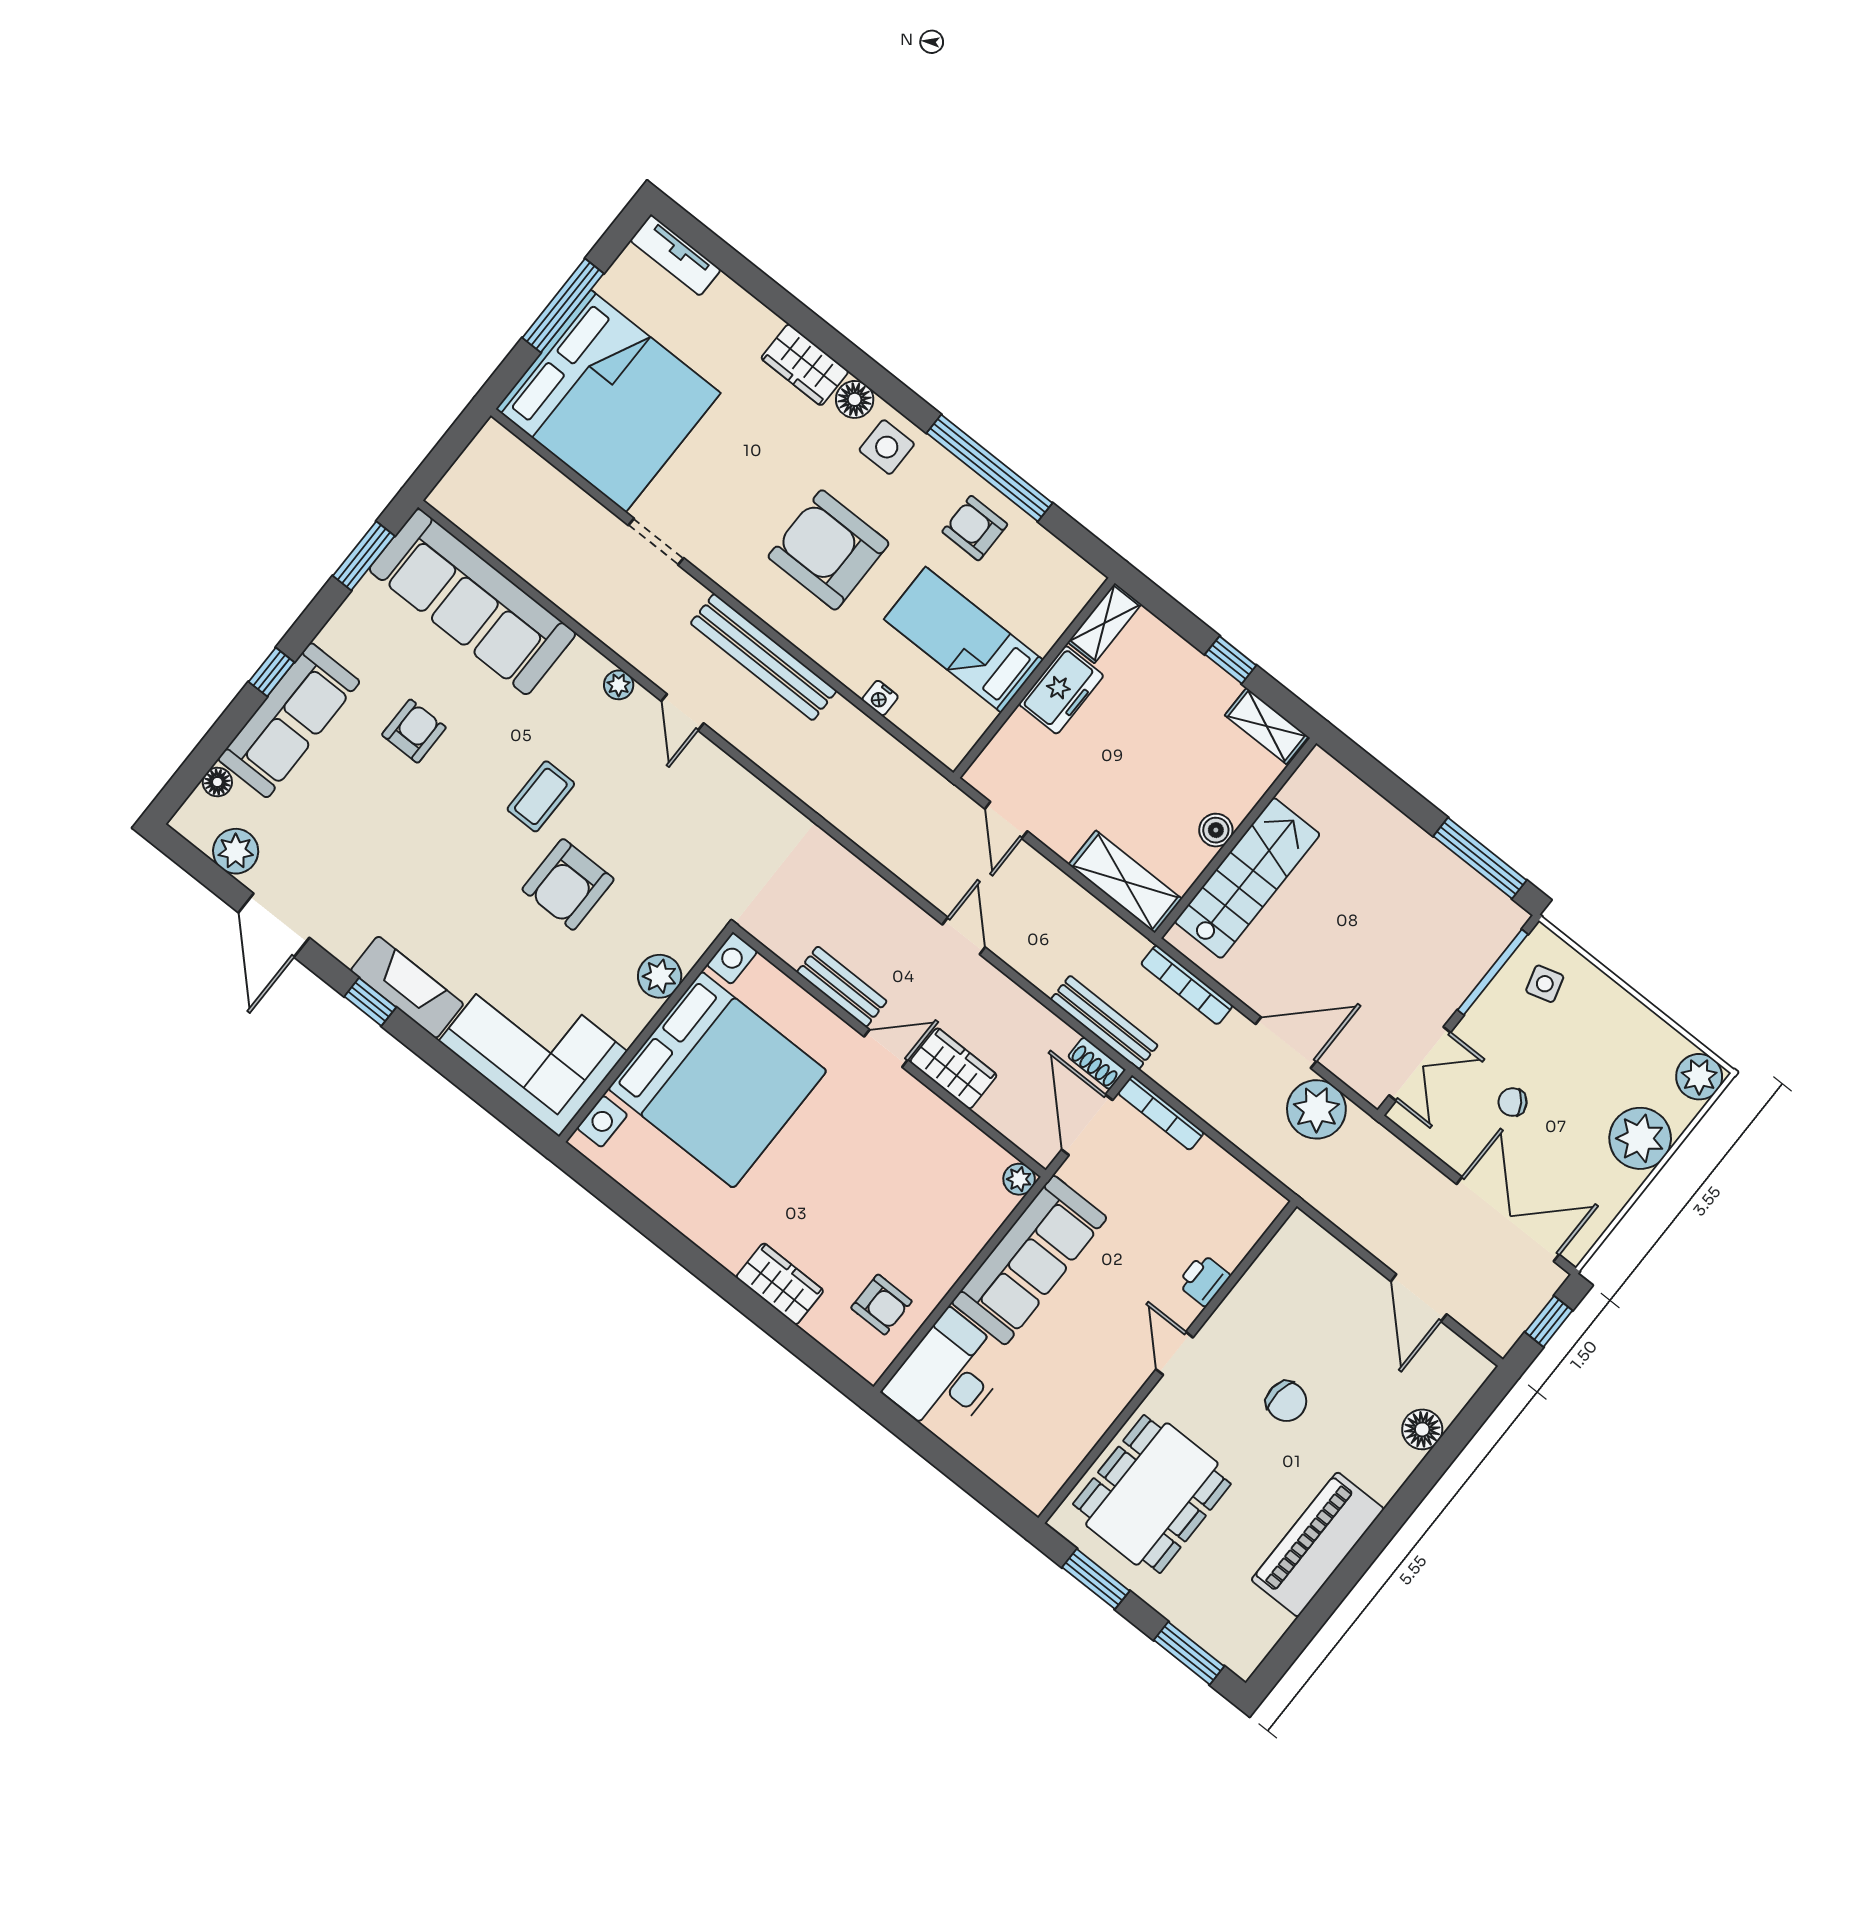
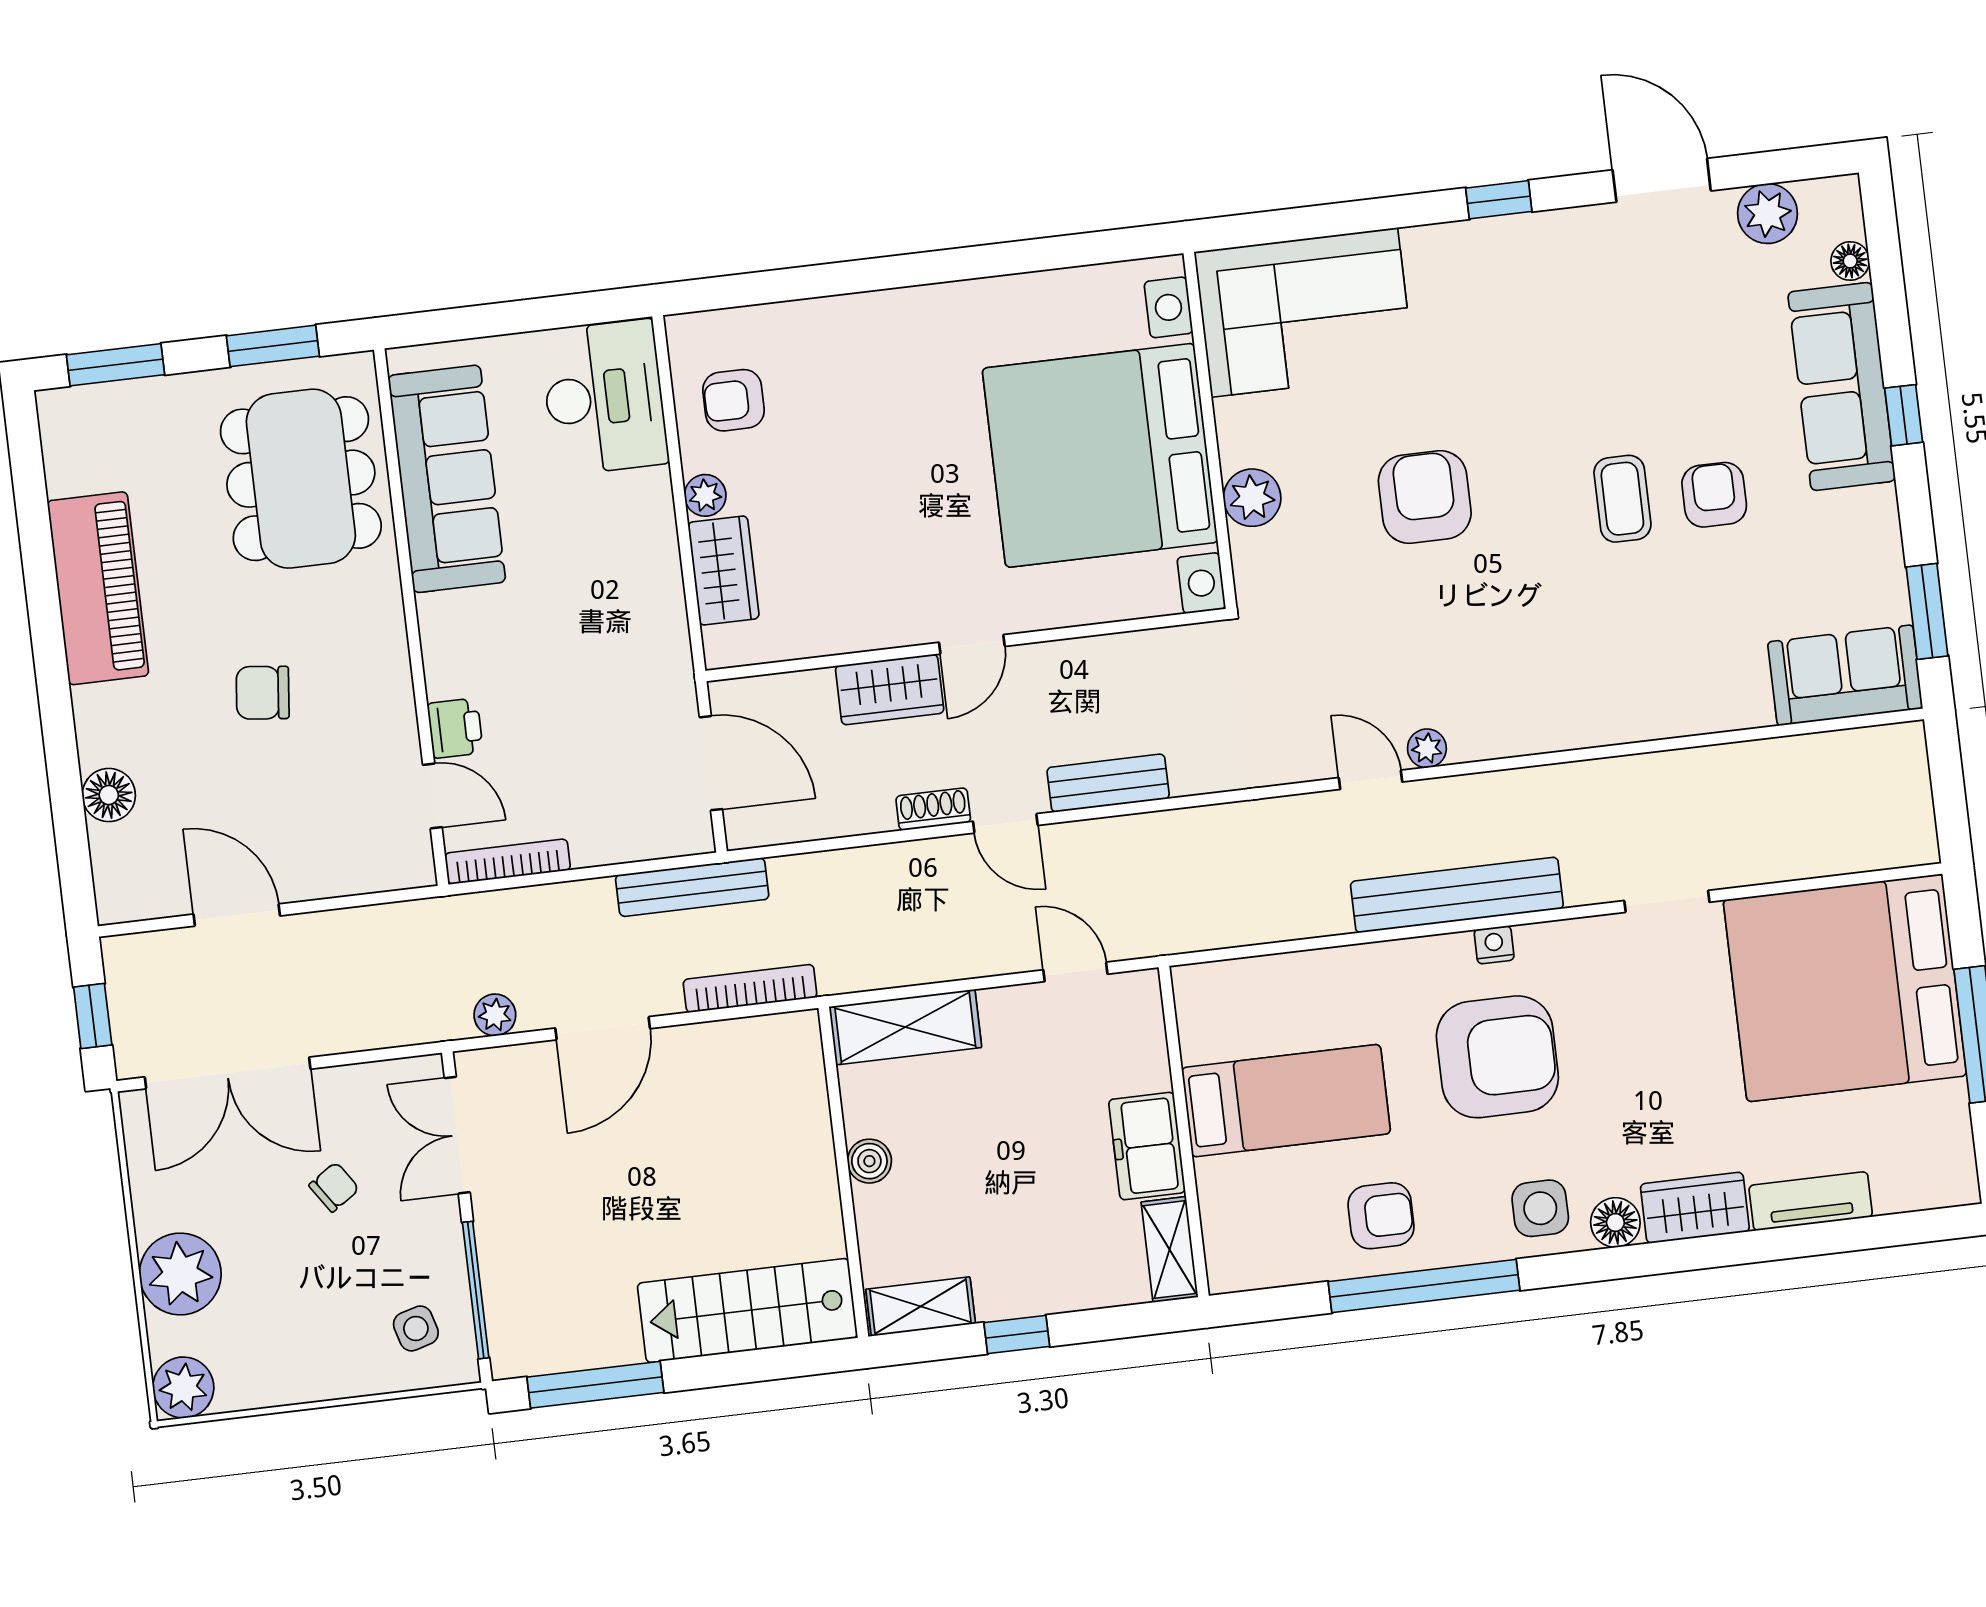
tv unit: (675, 255) -> (1811, 1201), moved
sofa: (472, 602) -> (1845, 675), width x0.54, depth x0.79
plant: (619, 685) -> (1427, 748), moved
nightstand: (880, 698) -> (1494, 945), moved
door: (683, 712) -> (1370, 780), moved
armchair: (414, 731) -> (1714, 495), turned 180
coffee table: (541, 796) -> (1622, 499), moved
stairs: (1247, 878) -> (747, 1310), moved, turned 90
fireplace: (407, 987) -> (1478, 248), removed
bench: (842, 987) -> (1108, 783), moved
bench: (1104, 1022) -> (692, 887), moved
shoe rack: (1097, 1063) -> (933, 809), moved
plant: (1316, 1109) -> (495, 1015), width x0.53, depth x0.53
bookcase: (1161, 1113) -> (508, 862), moved
plant: (1019, 1179) -> (705, 495), moved
sofa: (1029, 1260) -> (447, 479), moved, turned 180
wardrobe: (780, 1284) -> (723, 571), moved, turned -90
door: (1174, 1353) -> (432, 796), moved

